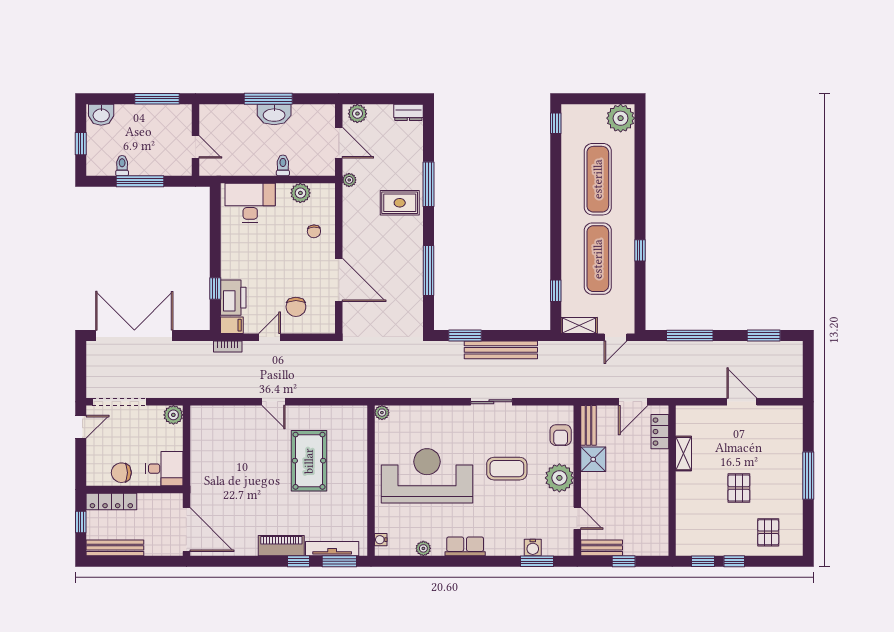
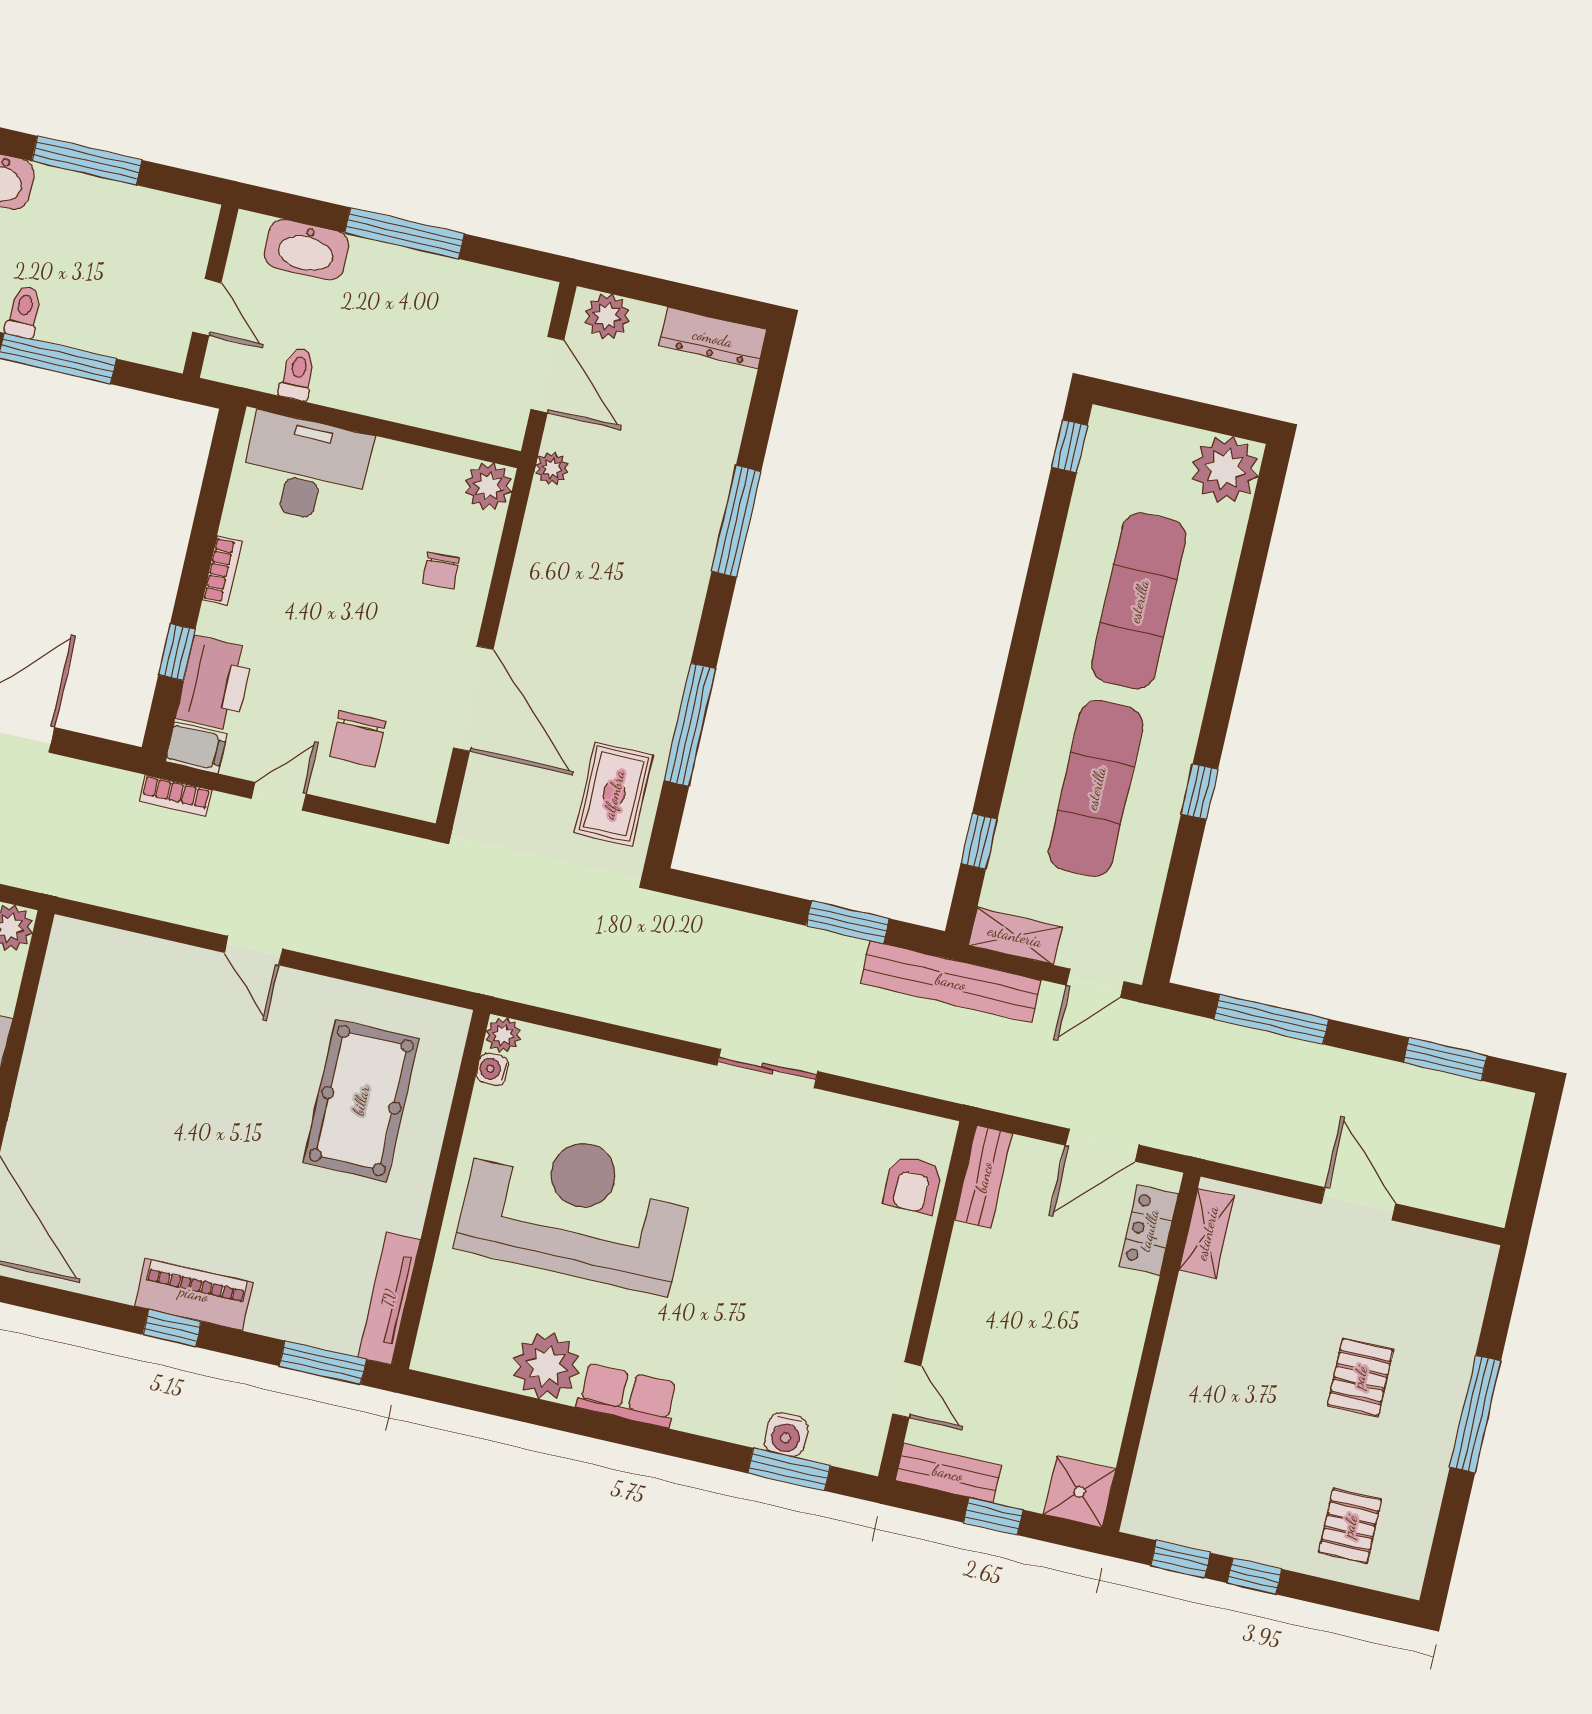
window: (157, 99) -> (87, 160), moved
dresser: (408, 112) -> (713, 338), width x1.44
washbasin: (274, 114) -> (306, 250), moved
toilet: (283, 165) -> (298, 374), moved
plant: (300, 193) -> (488, 486), moved
rug: (400, 203) -> (614, 794), moved, turned 90
bookcase: (226, 252) -> (222, 571), added
window: (465, 335) -> (848, 922), moved
bench: (501, 350) -> (951, 982), moved
shelving: (684, 454) -> (1207, 1233), moved
shower: (593, 459) -> (1080, 1492), moved
pool table: (309, 461) -> (361, 1100), moved
coffee table: (507, 469) -> (768, 1235), removed
plant: (559, 478) -> (887, 1285), removed
pallet: (739, 488) -> (1360, 1377), moved
water cooler: (381, 540) -> (493, 1069), moved
plant: (423, 548) -> (546, 1366), width x1.88, depth x1.88
tv unit: (332, 549) -> (389, 1298), moved, turned -90
window: (299, 561) -> (172, 1328), moved

